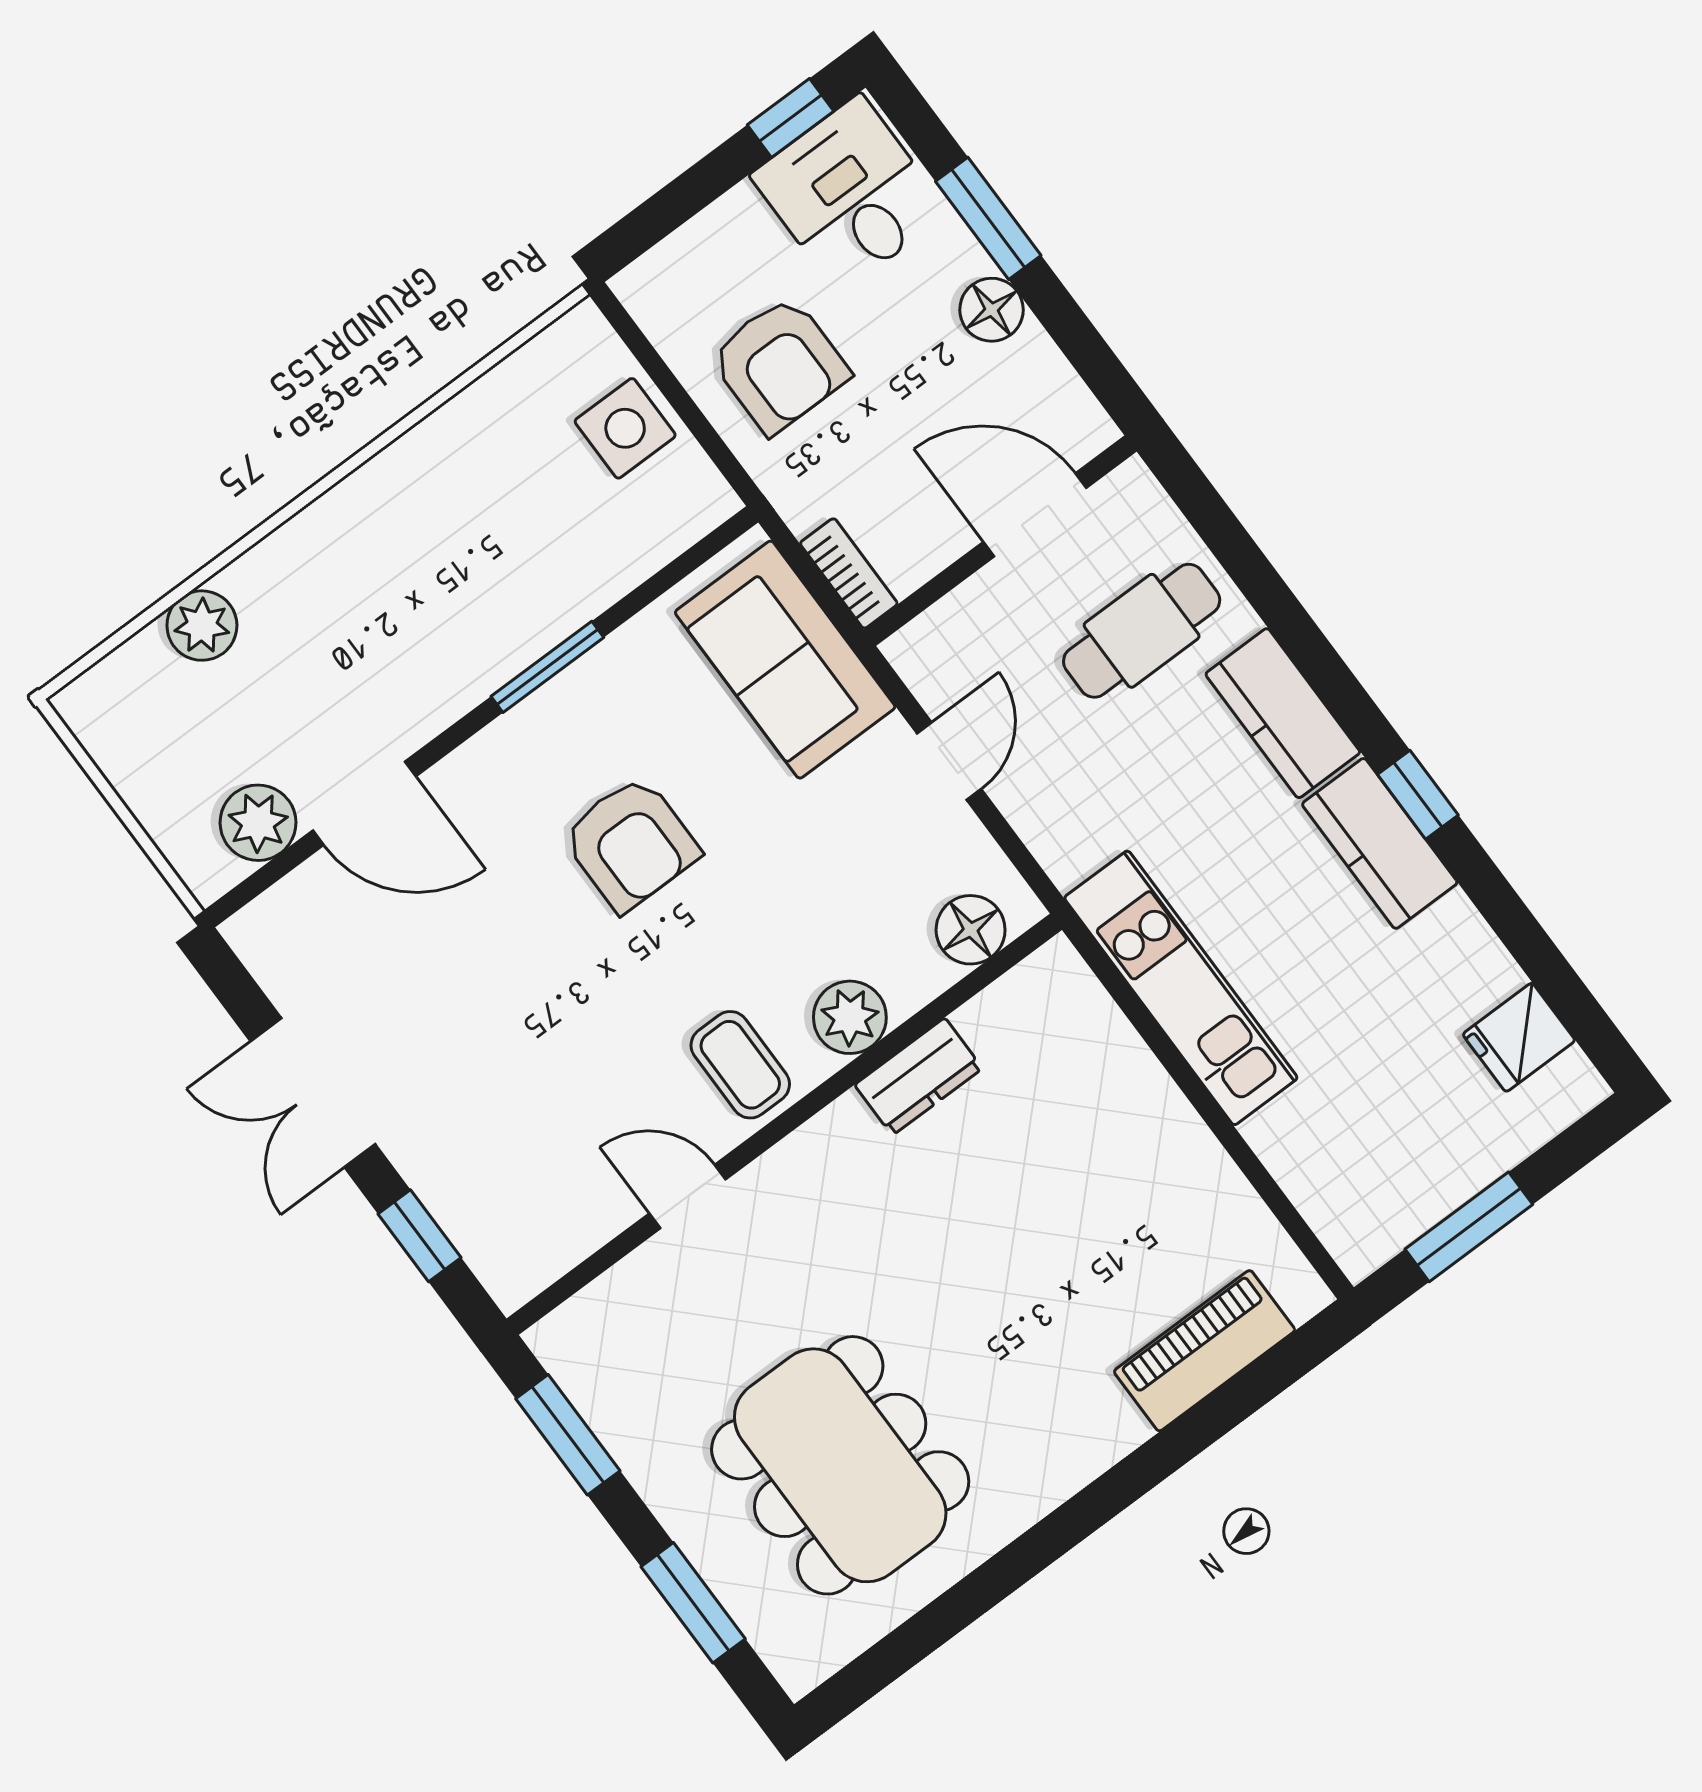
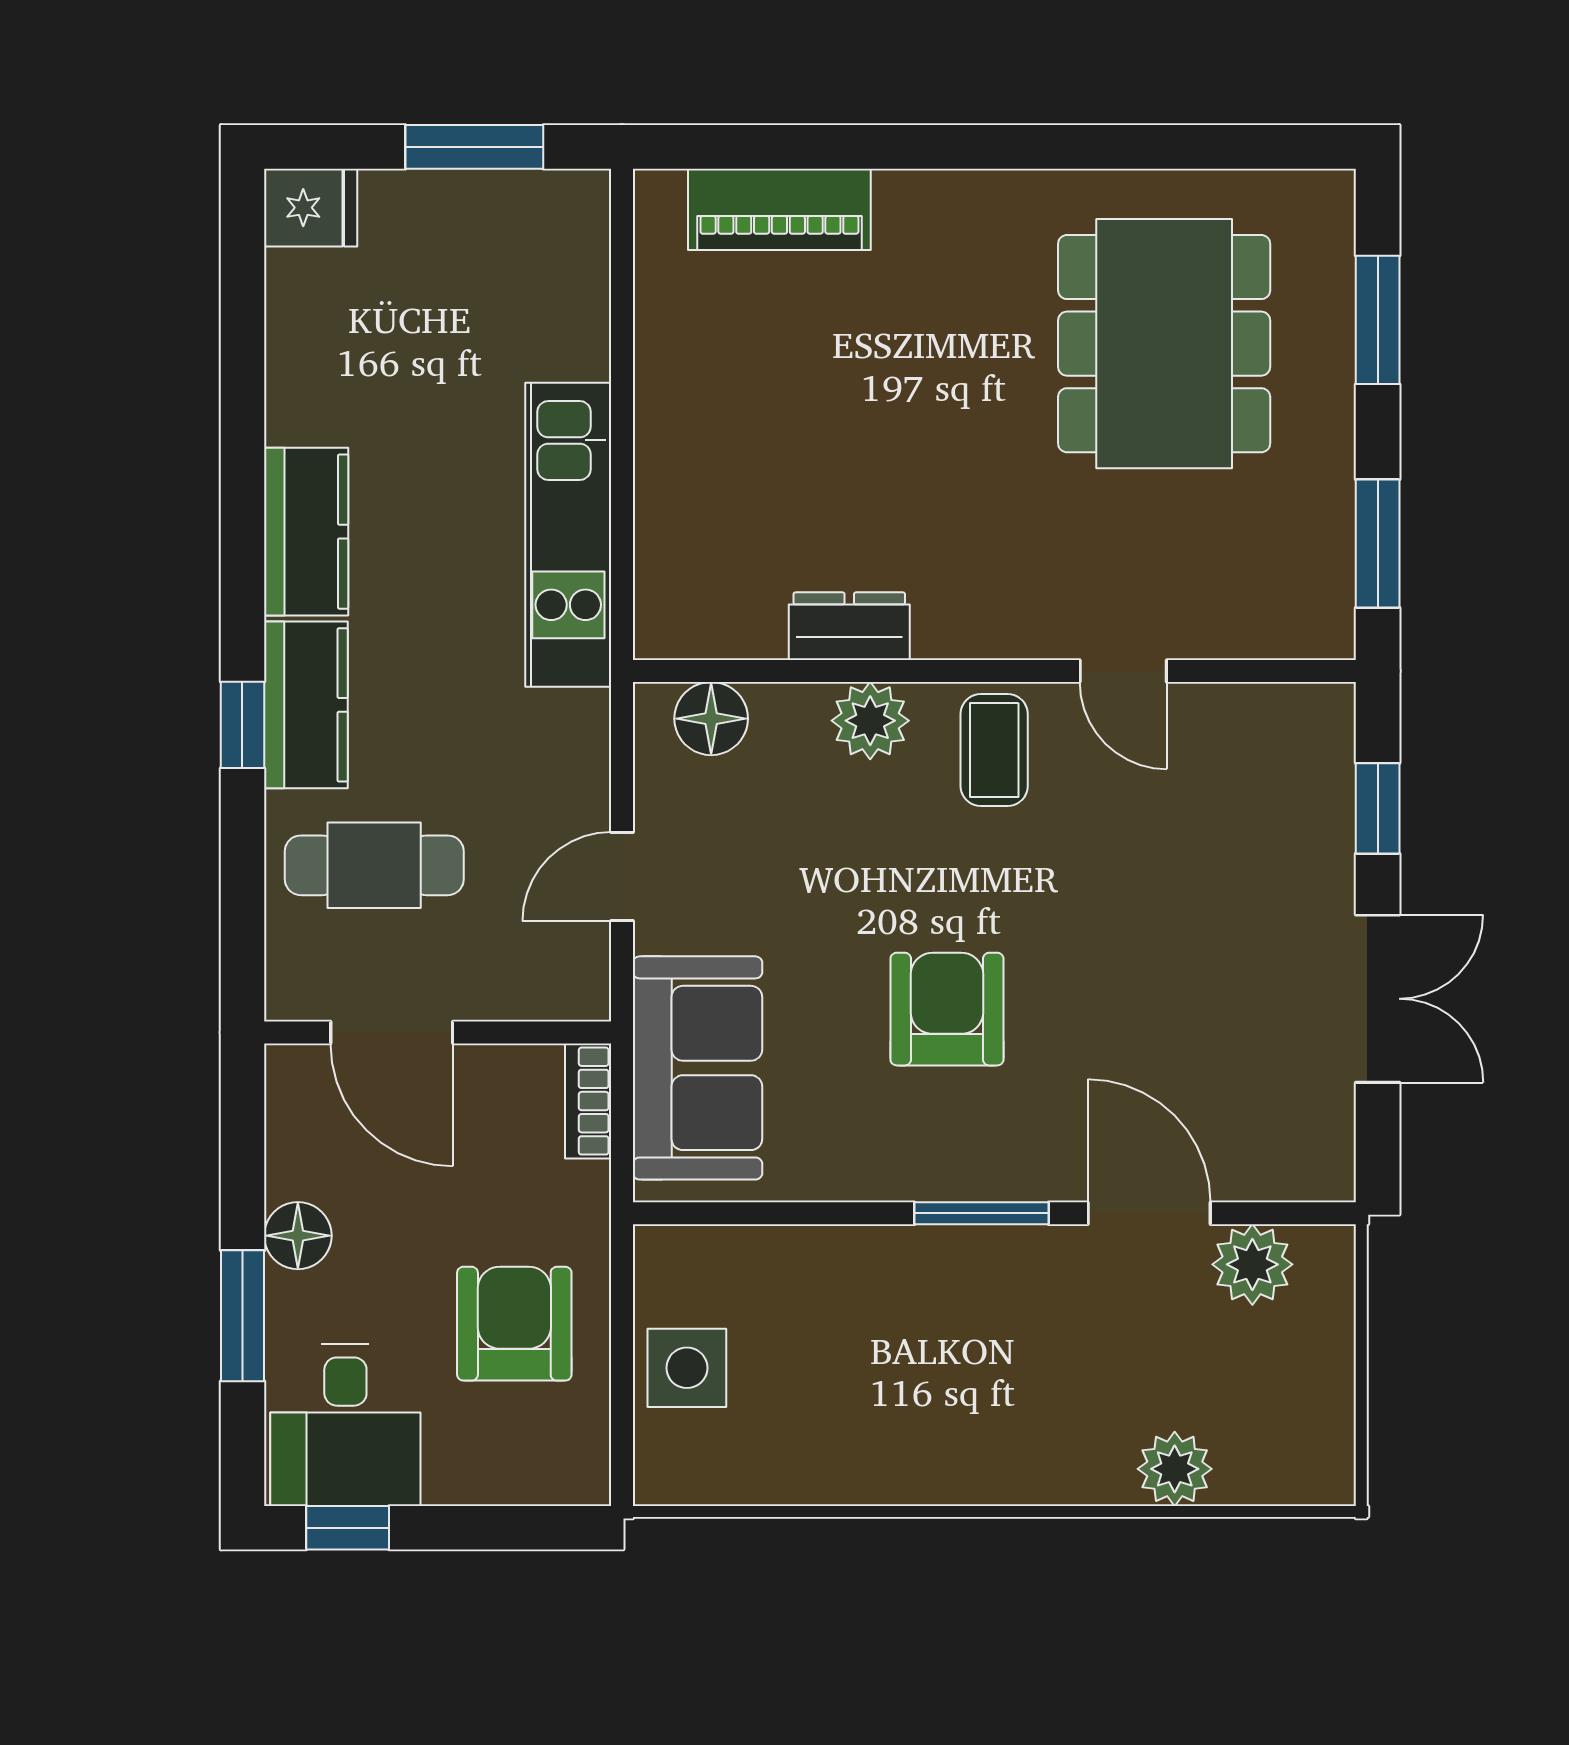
window: (547, 667) -> (982, 1213), moved
window: (1418, 795) -> (242, 725), moved
fridge: (1519, 1037) -> (311, 208), moved

